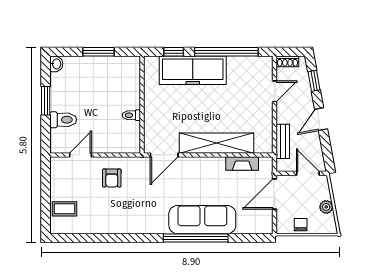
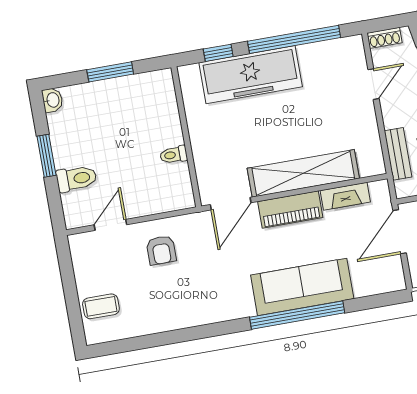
piano: (204, 166) -> (290, 210), added

